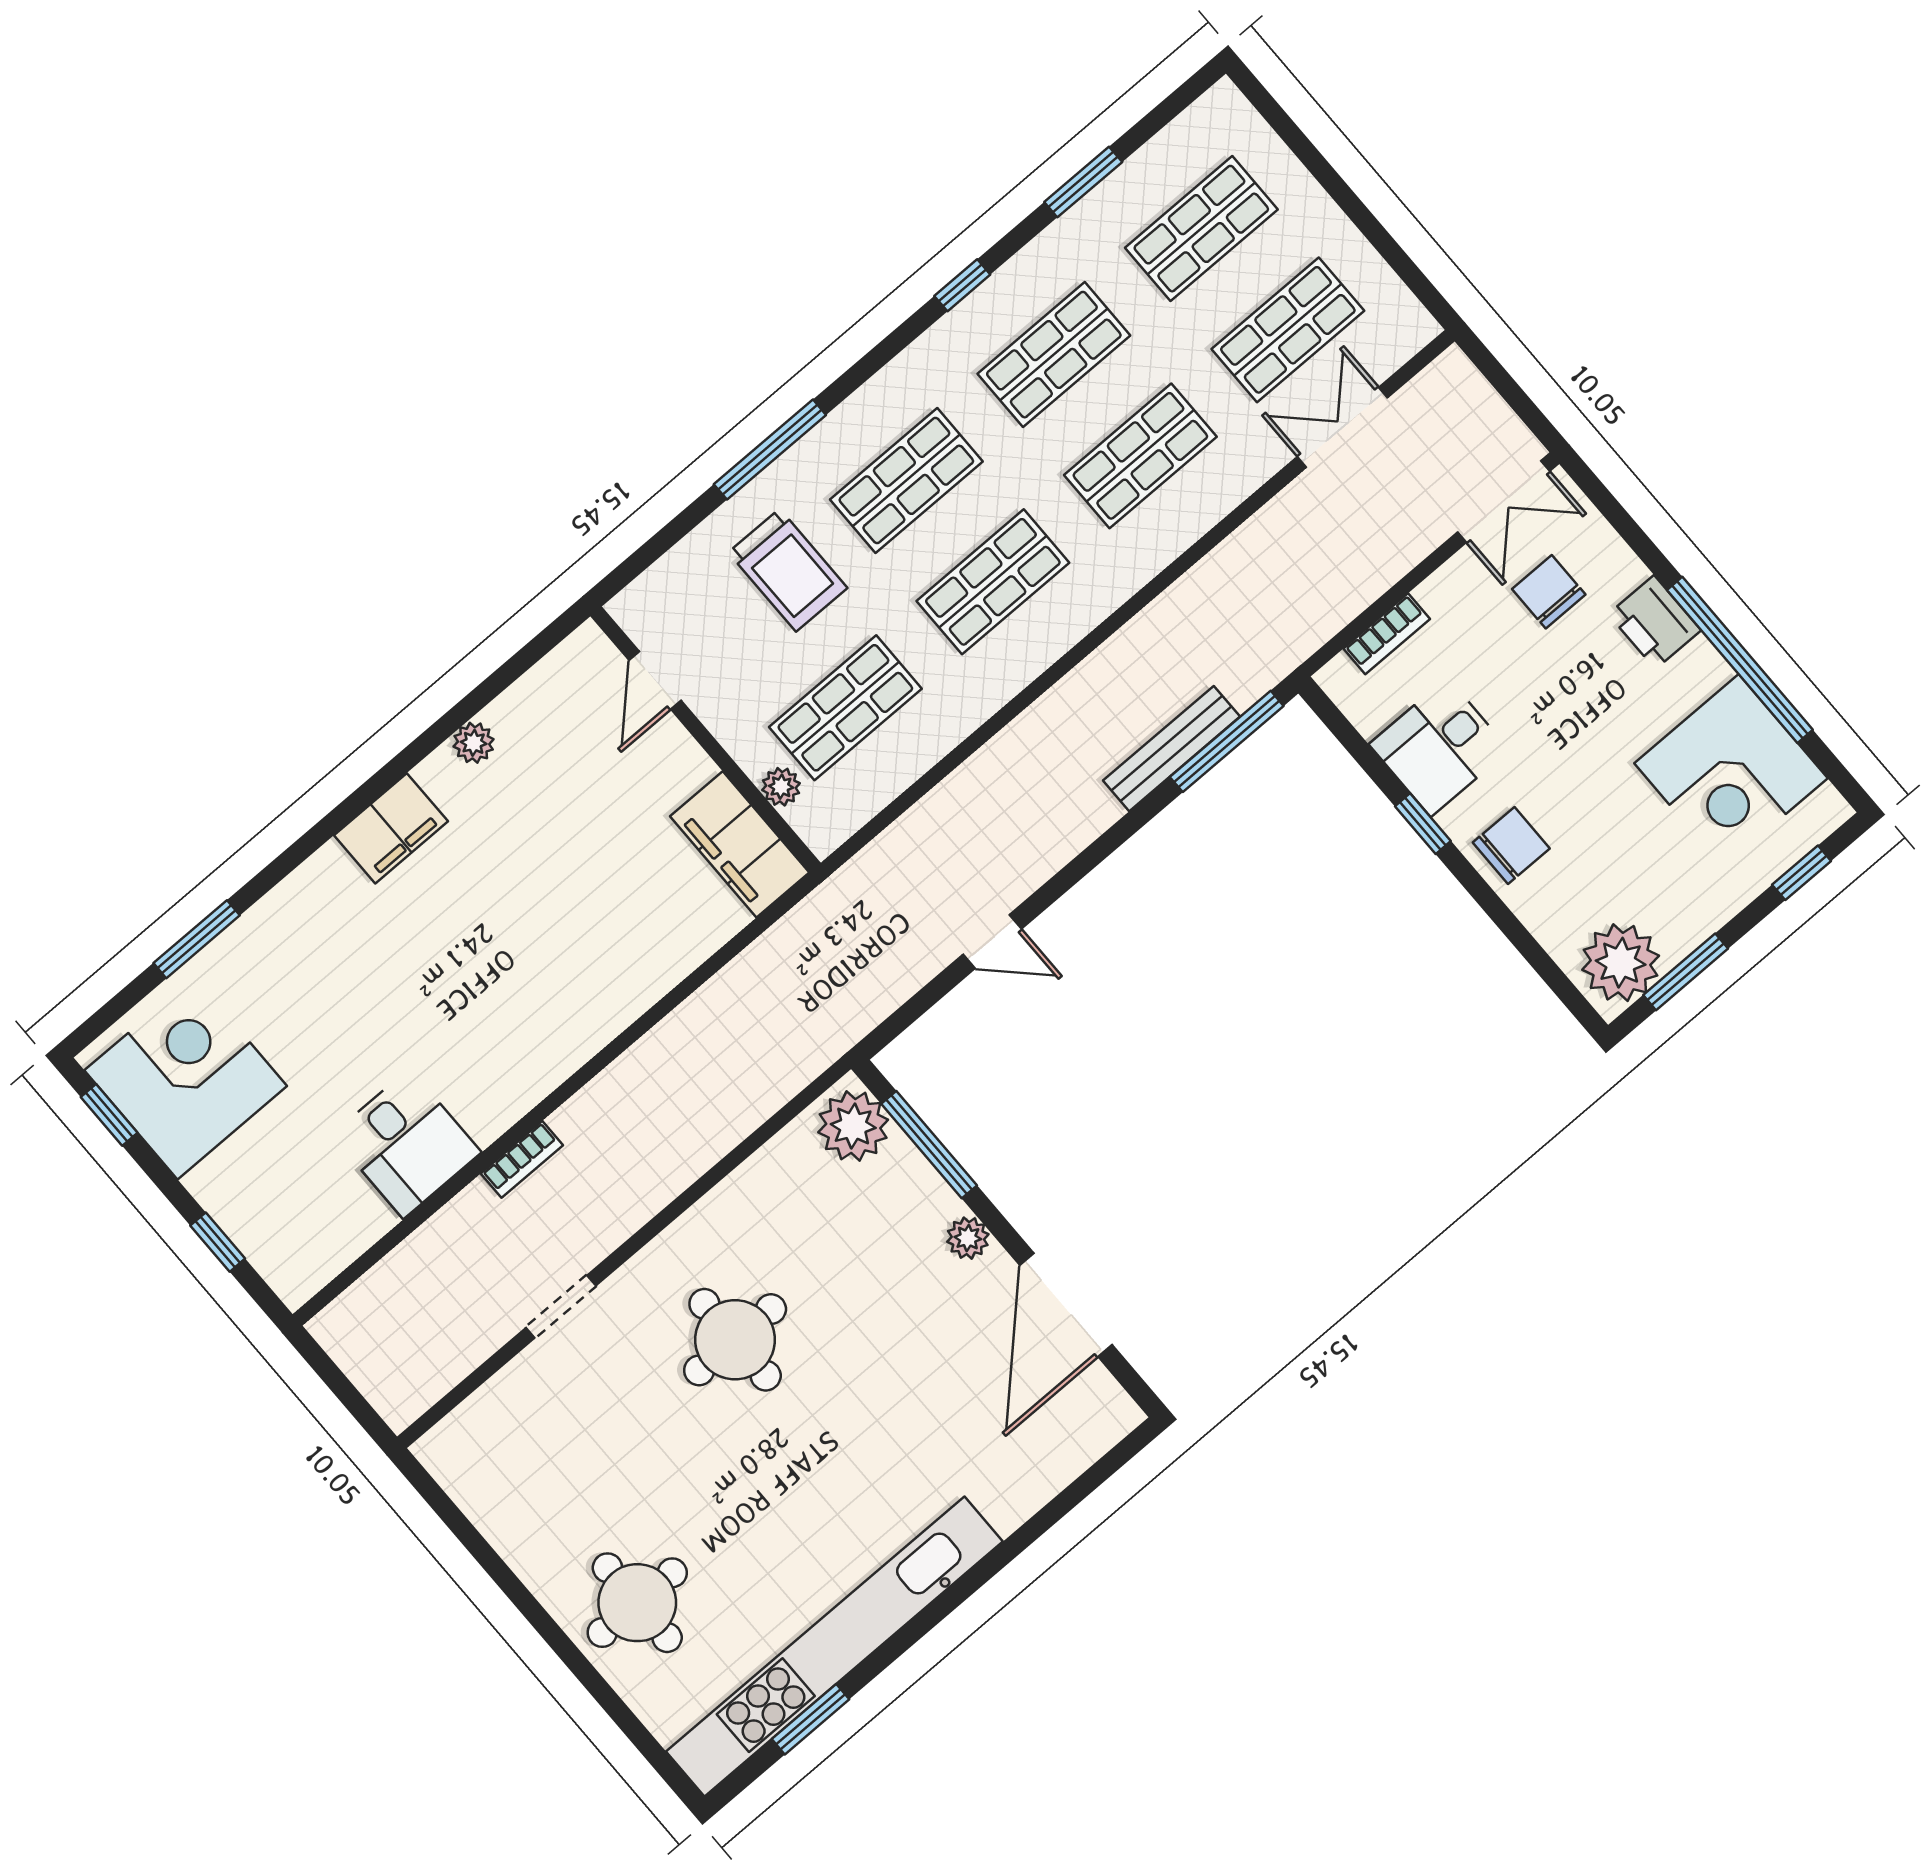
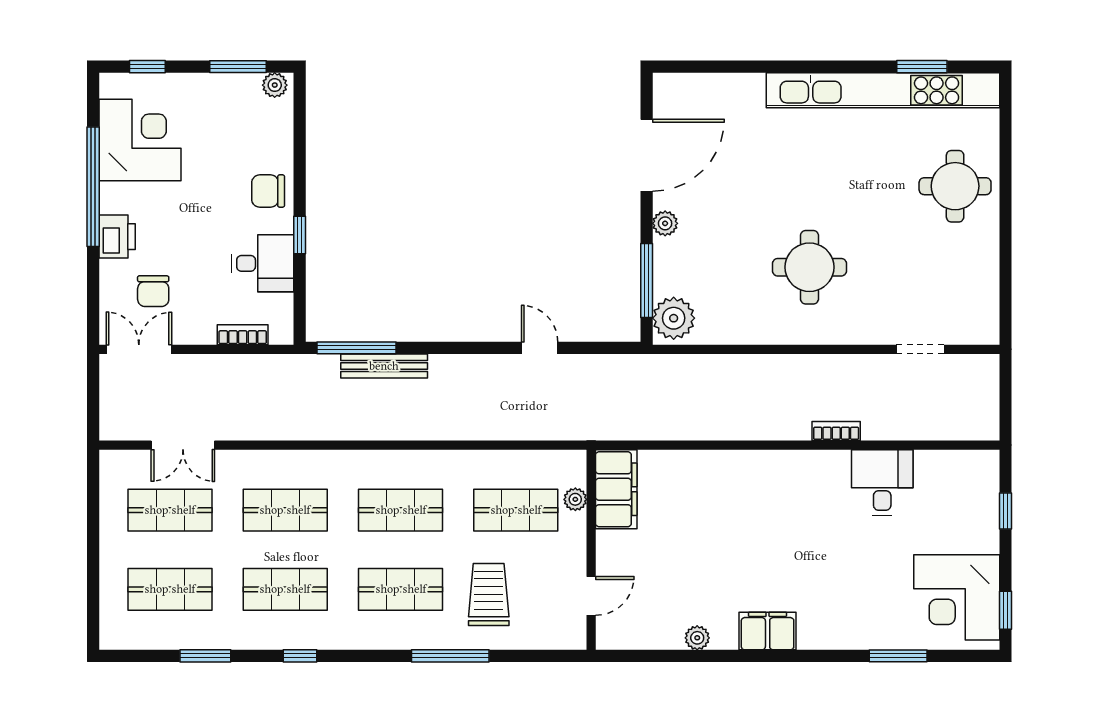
plant: (1621, 963) -> (275, 85), width x0.53, depth x0.53
doorway: (561, 1307) -> (920, 349), moved

